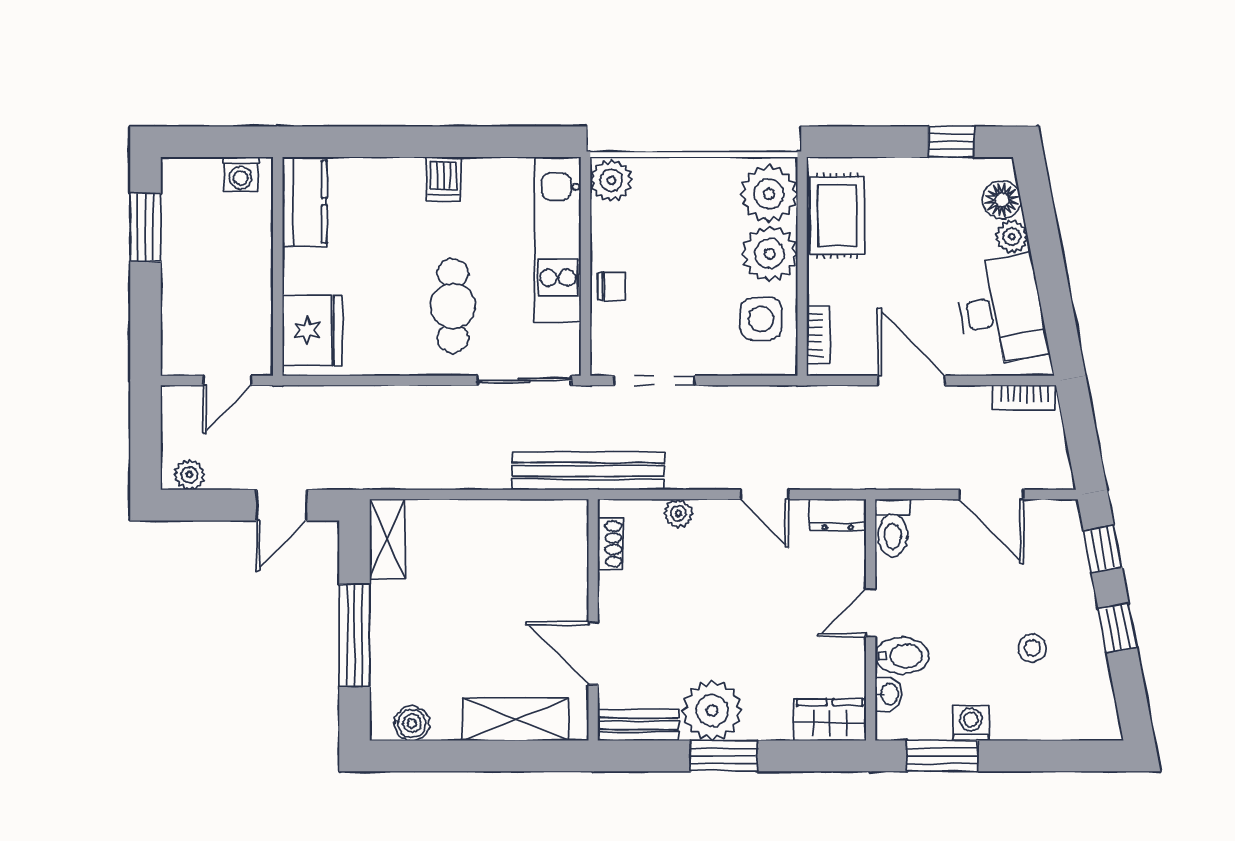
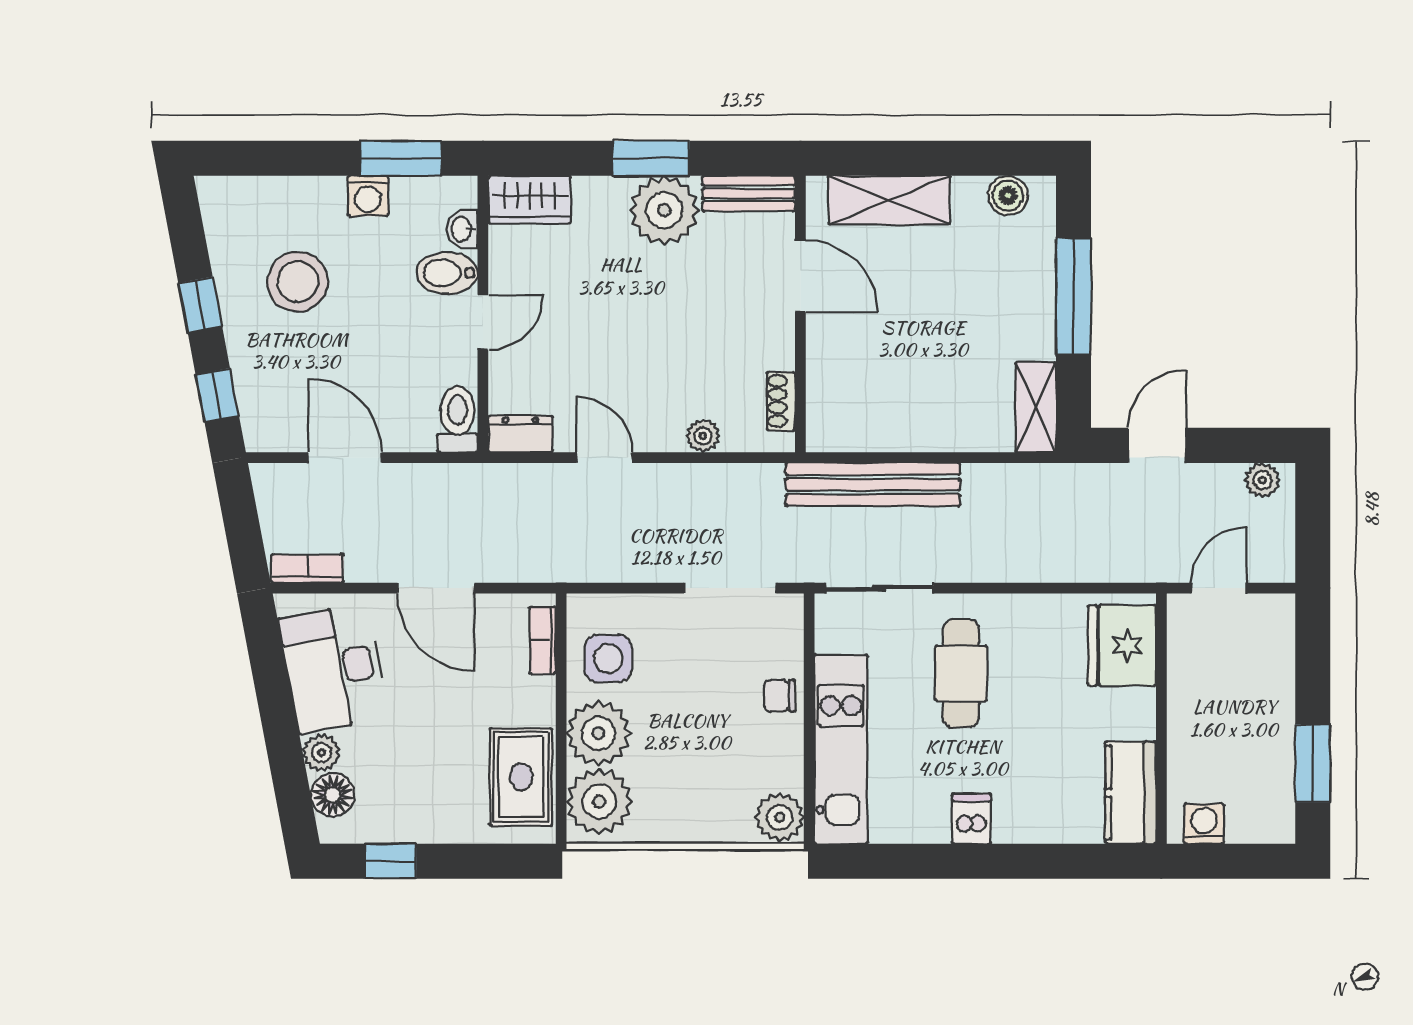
bench: (588, 471) -> (873, 484), moved
stool: (1032, 648) -> (298, 282), width x1.89, depth x1.89

